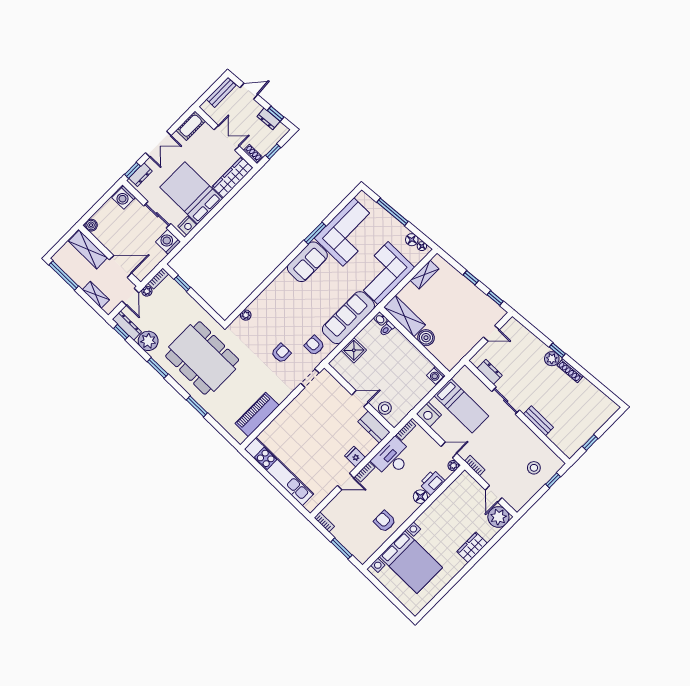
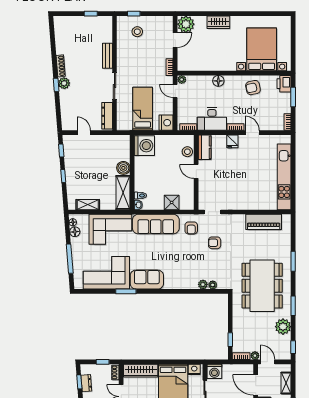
door: (130, 297) -> (268, 362), hinge flipped
plant: (255, 307) -> (203, 284), added
dresser: (127, 326) -> (286, 348), removed
dresser: (490, 372) -> (107, 116), width x1.44
washing machine: (436, 375) -> (144, 146), width x1.89, depth x1.89
printer: (432, 482) -> (284, 84), moved, turned 90
armchair: (385, 521) -> (253, 88), turned 78

